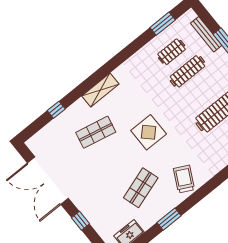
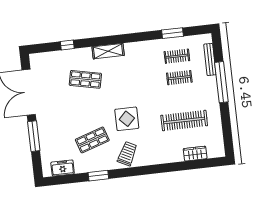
window: (163, 24) -> (172, 33), moved
clothes rail: (187, 71) -> (179, 78), width x0.73
display table: (149, 132) -> (127, 119), moved
window: (80, 221) -> (34, 136), width x2.17

